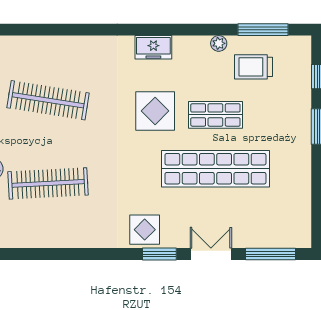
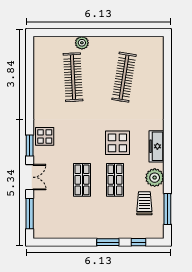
plant: (219, 43) -> (155, 178), width x1.88, depth x1.88
freezer: (153, 47) -> (156, 146), width x1.40
shop shelf: (215, 169) -> (82, 180), width x0.50, depth x0.74

